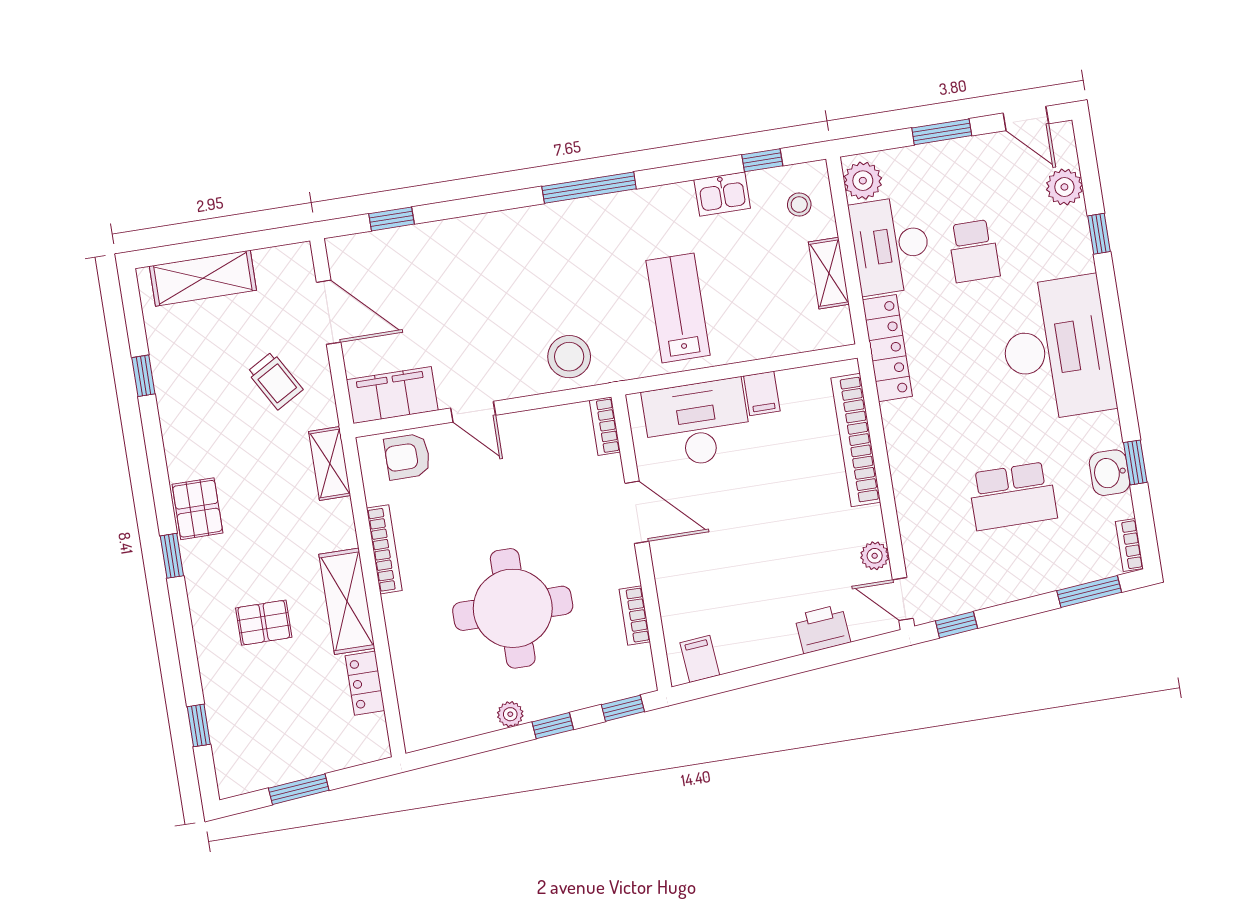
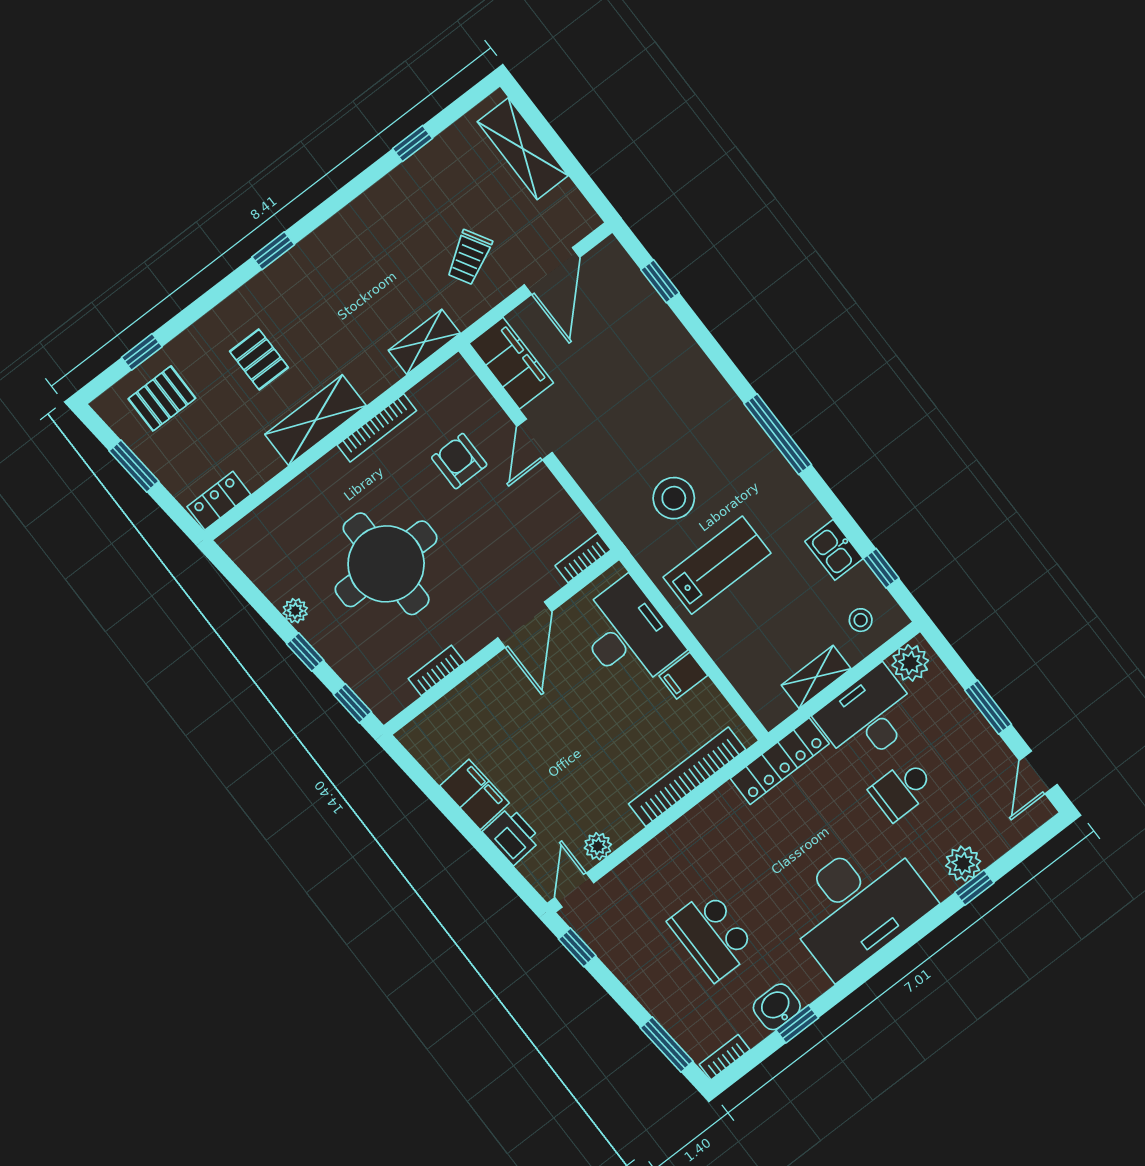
plant: (1064, 187) -> (963, 864), moved
stool: (569, 357) -> (674, 498), moved
armchair: (407, 457) -> (459, 461), moved
pallet: (197, 509) -> (162, 398), moved
filing cabinet: (700, 659) -> (475, 794), moved, width x2.00
locker: (365, 683) -> (219, 501), moved

